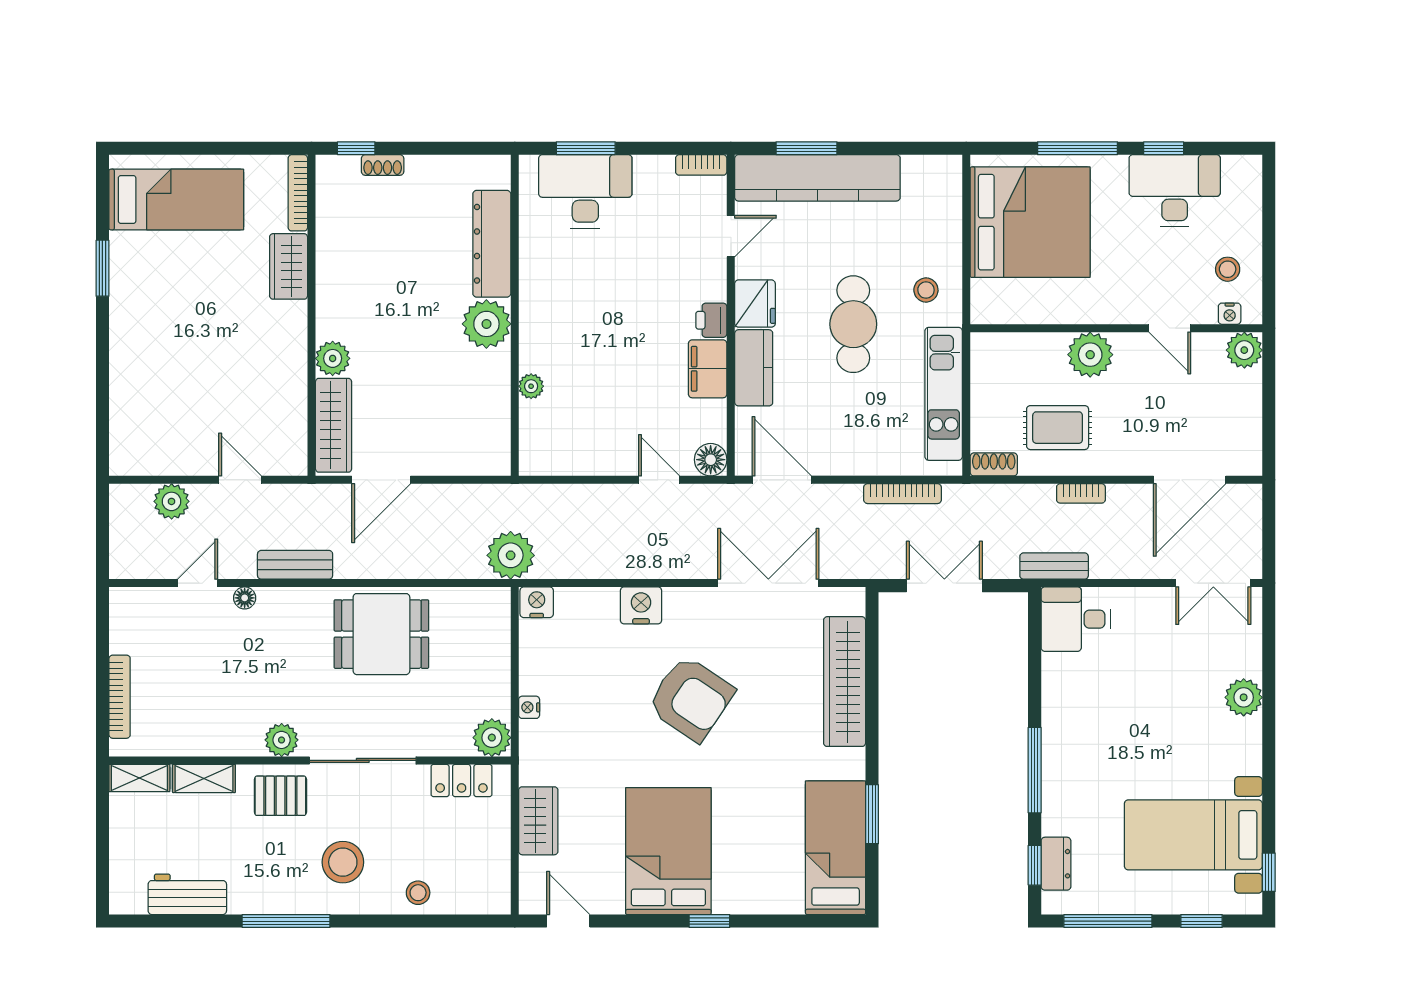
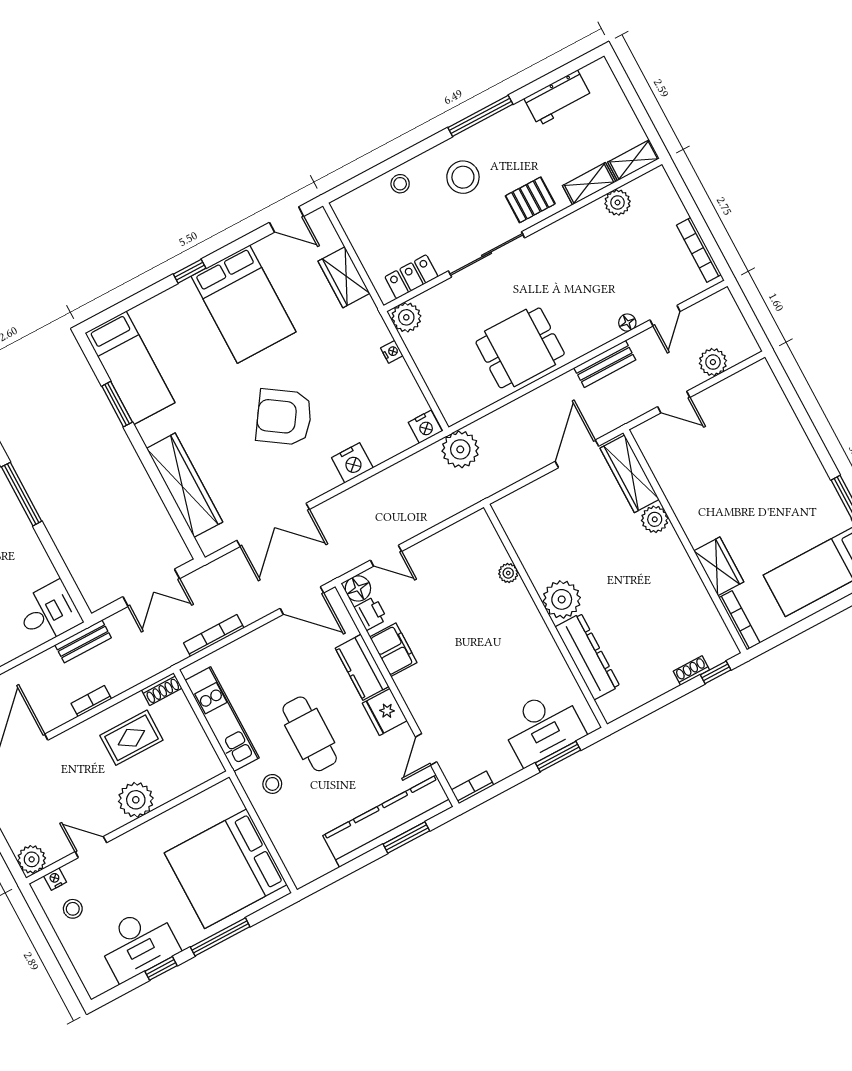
printer: (711, 320) -> (371, 613), moved
bookcase: (120, 697) -> (699, 250), moved
plant: (282, 740) -> (618, 202), moved

